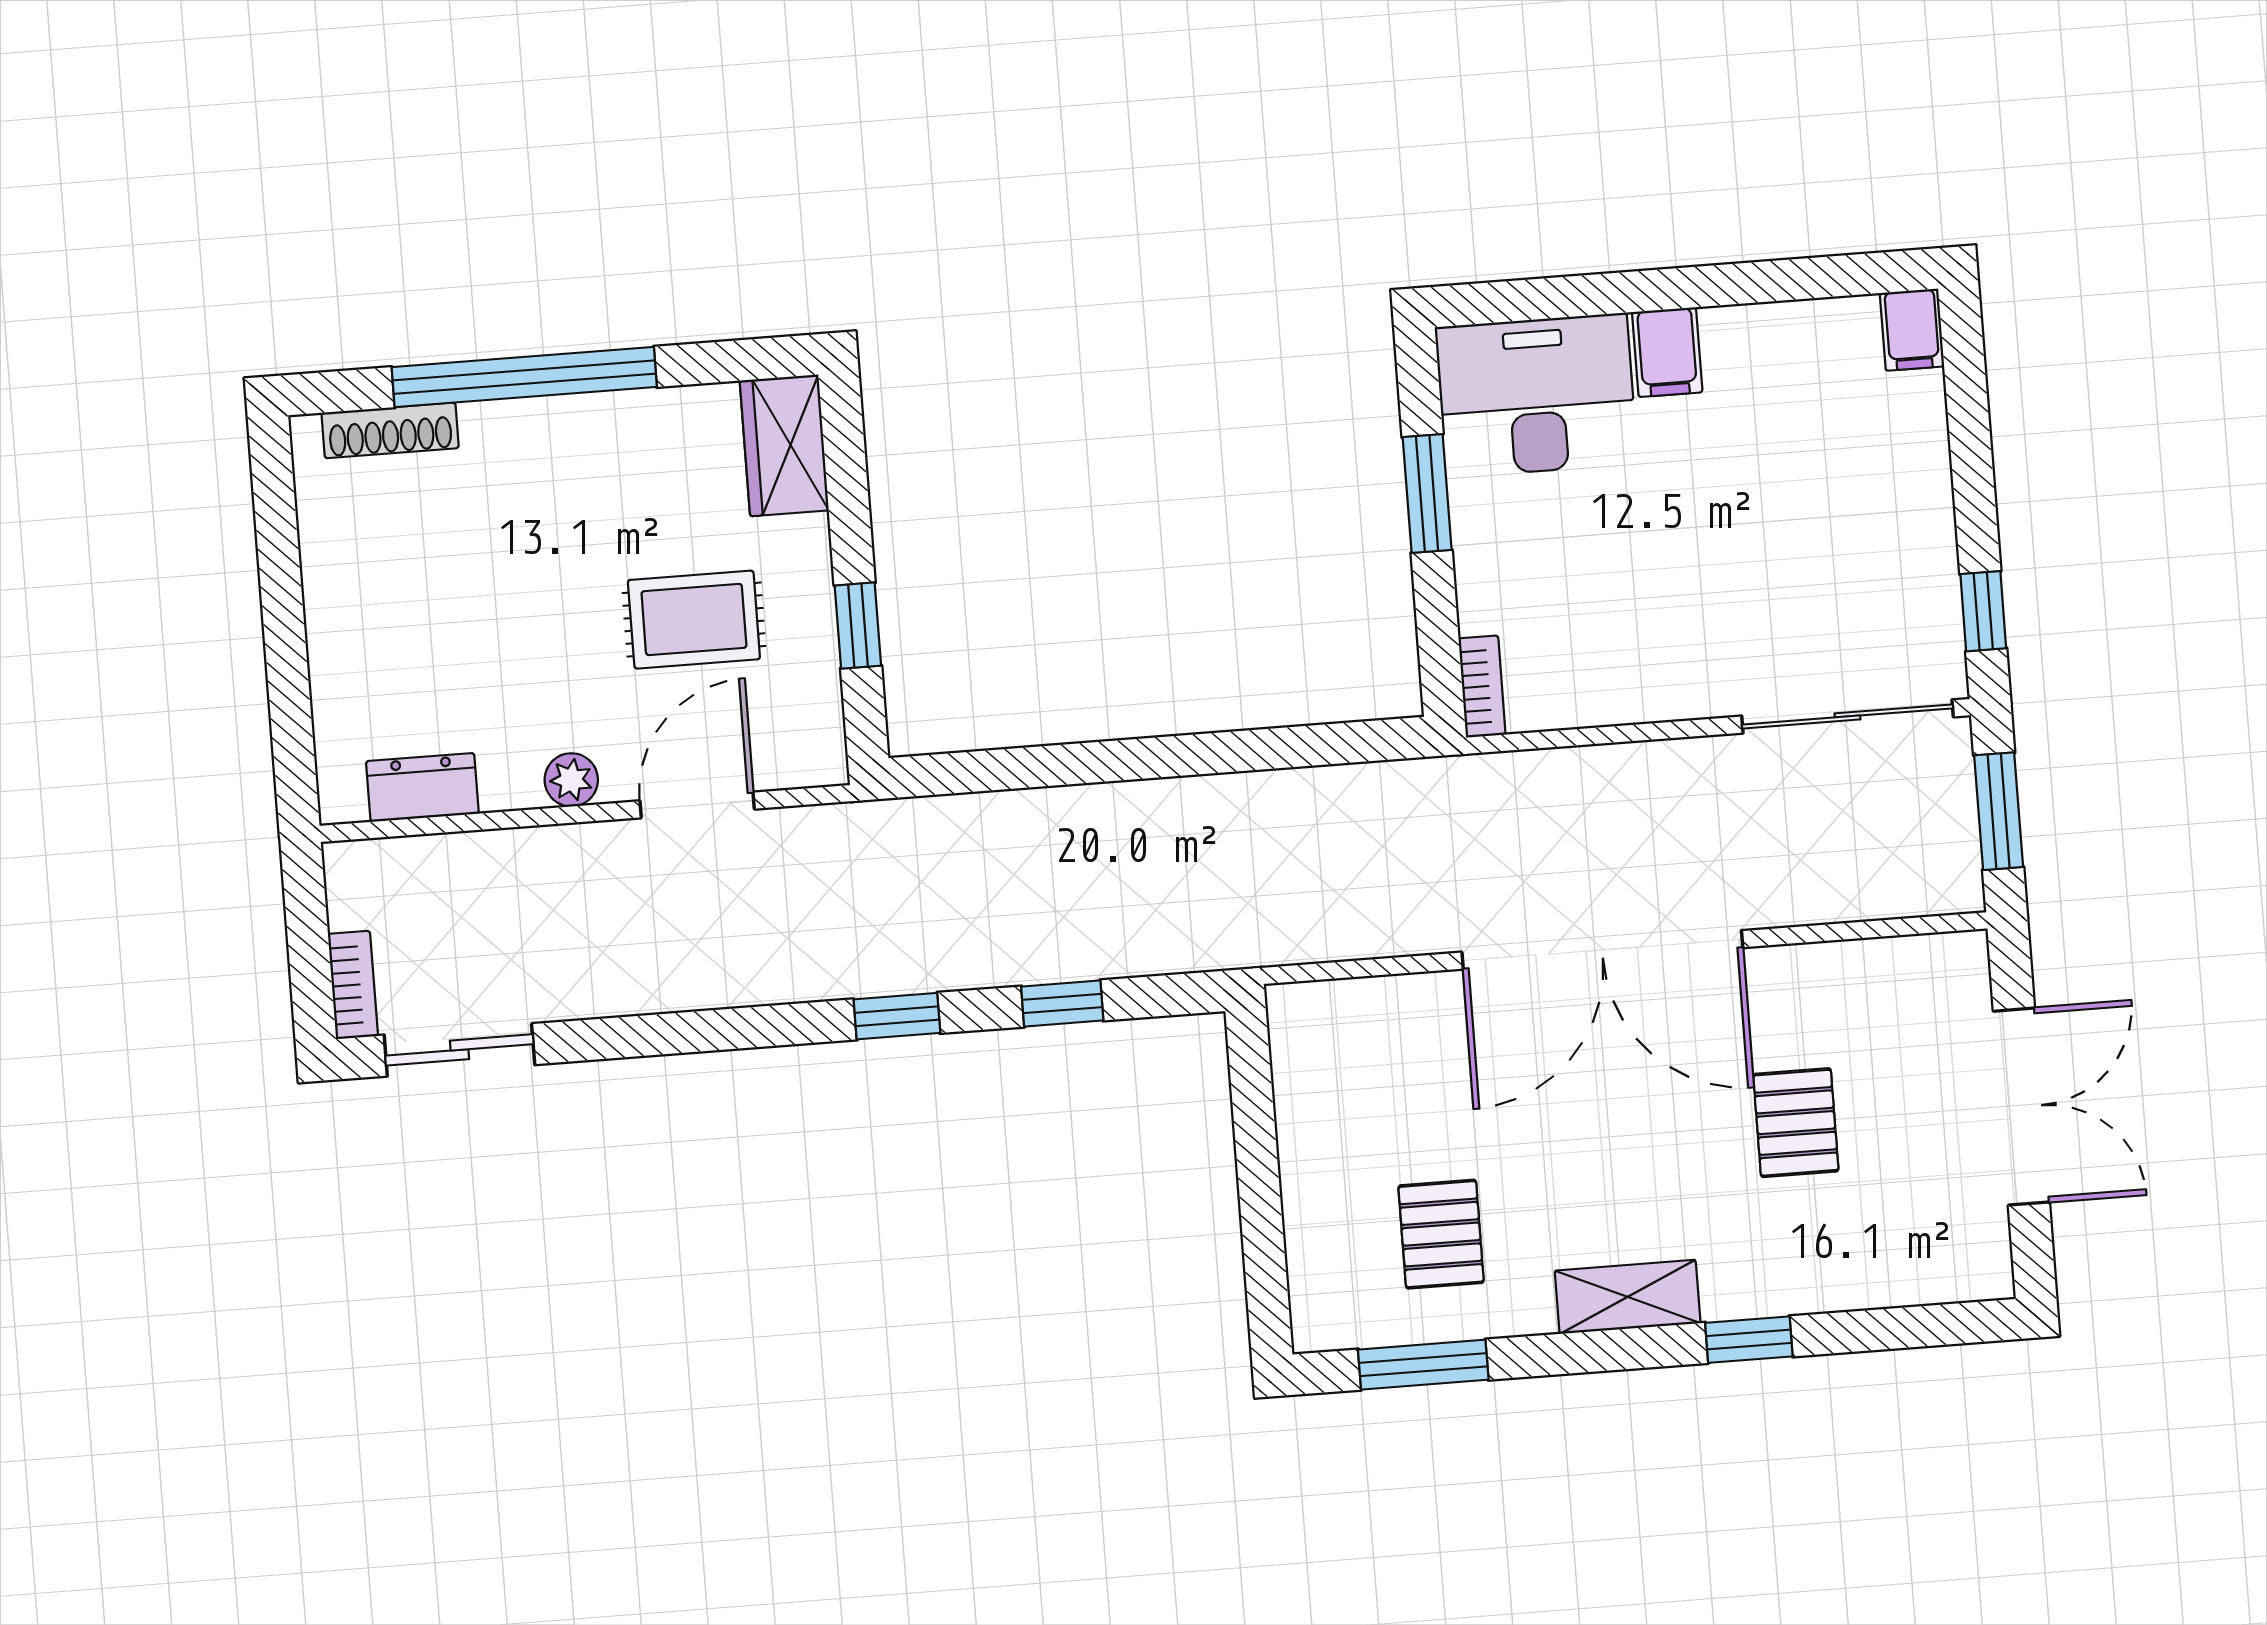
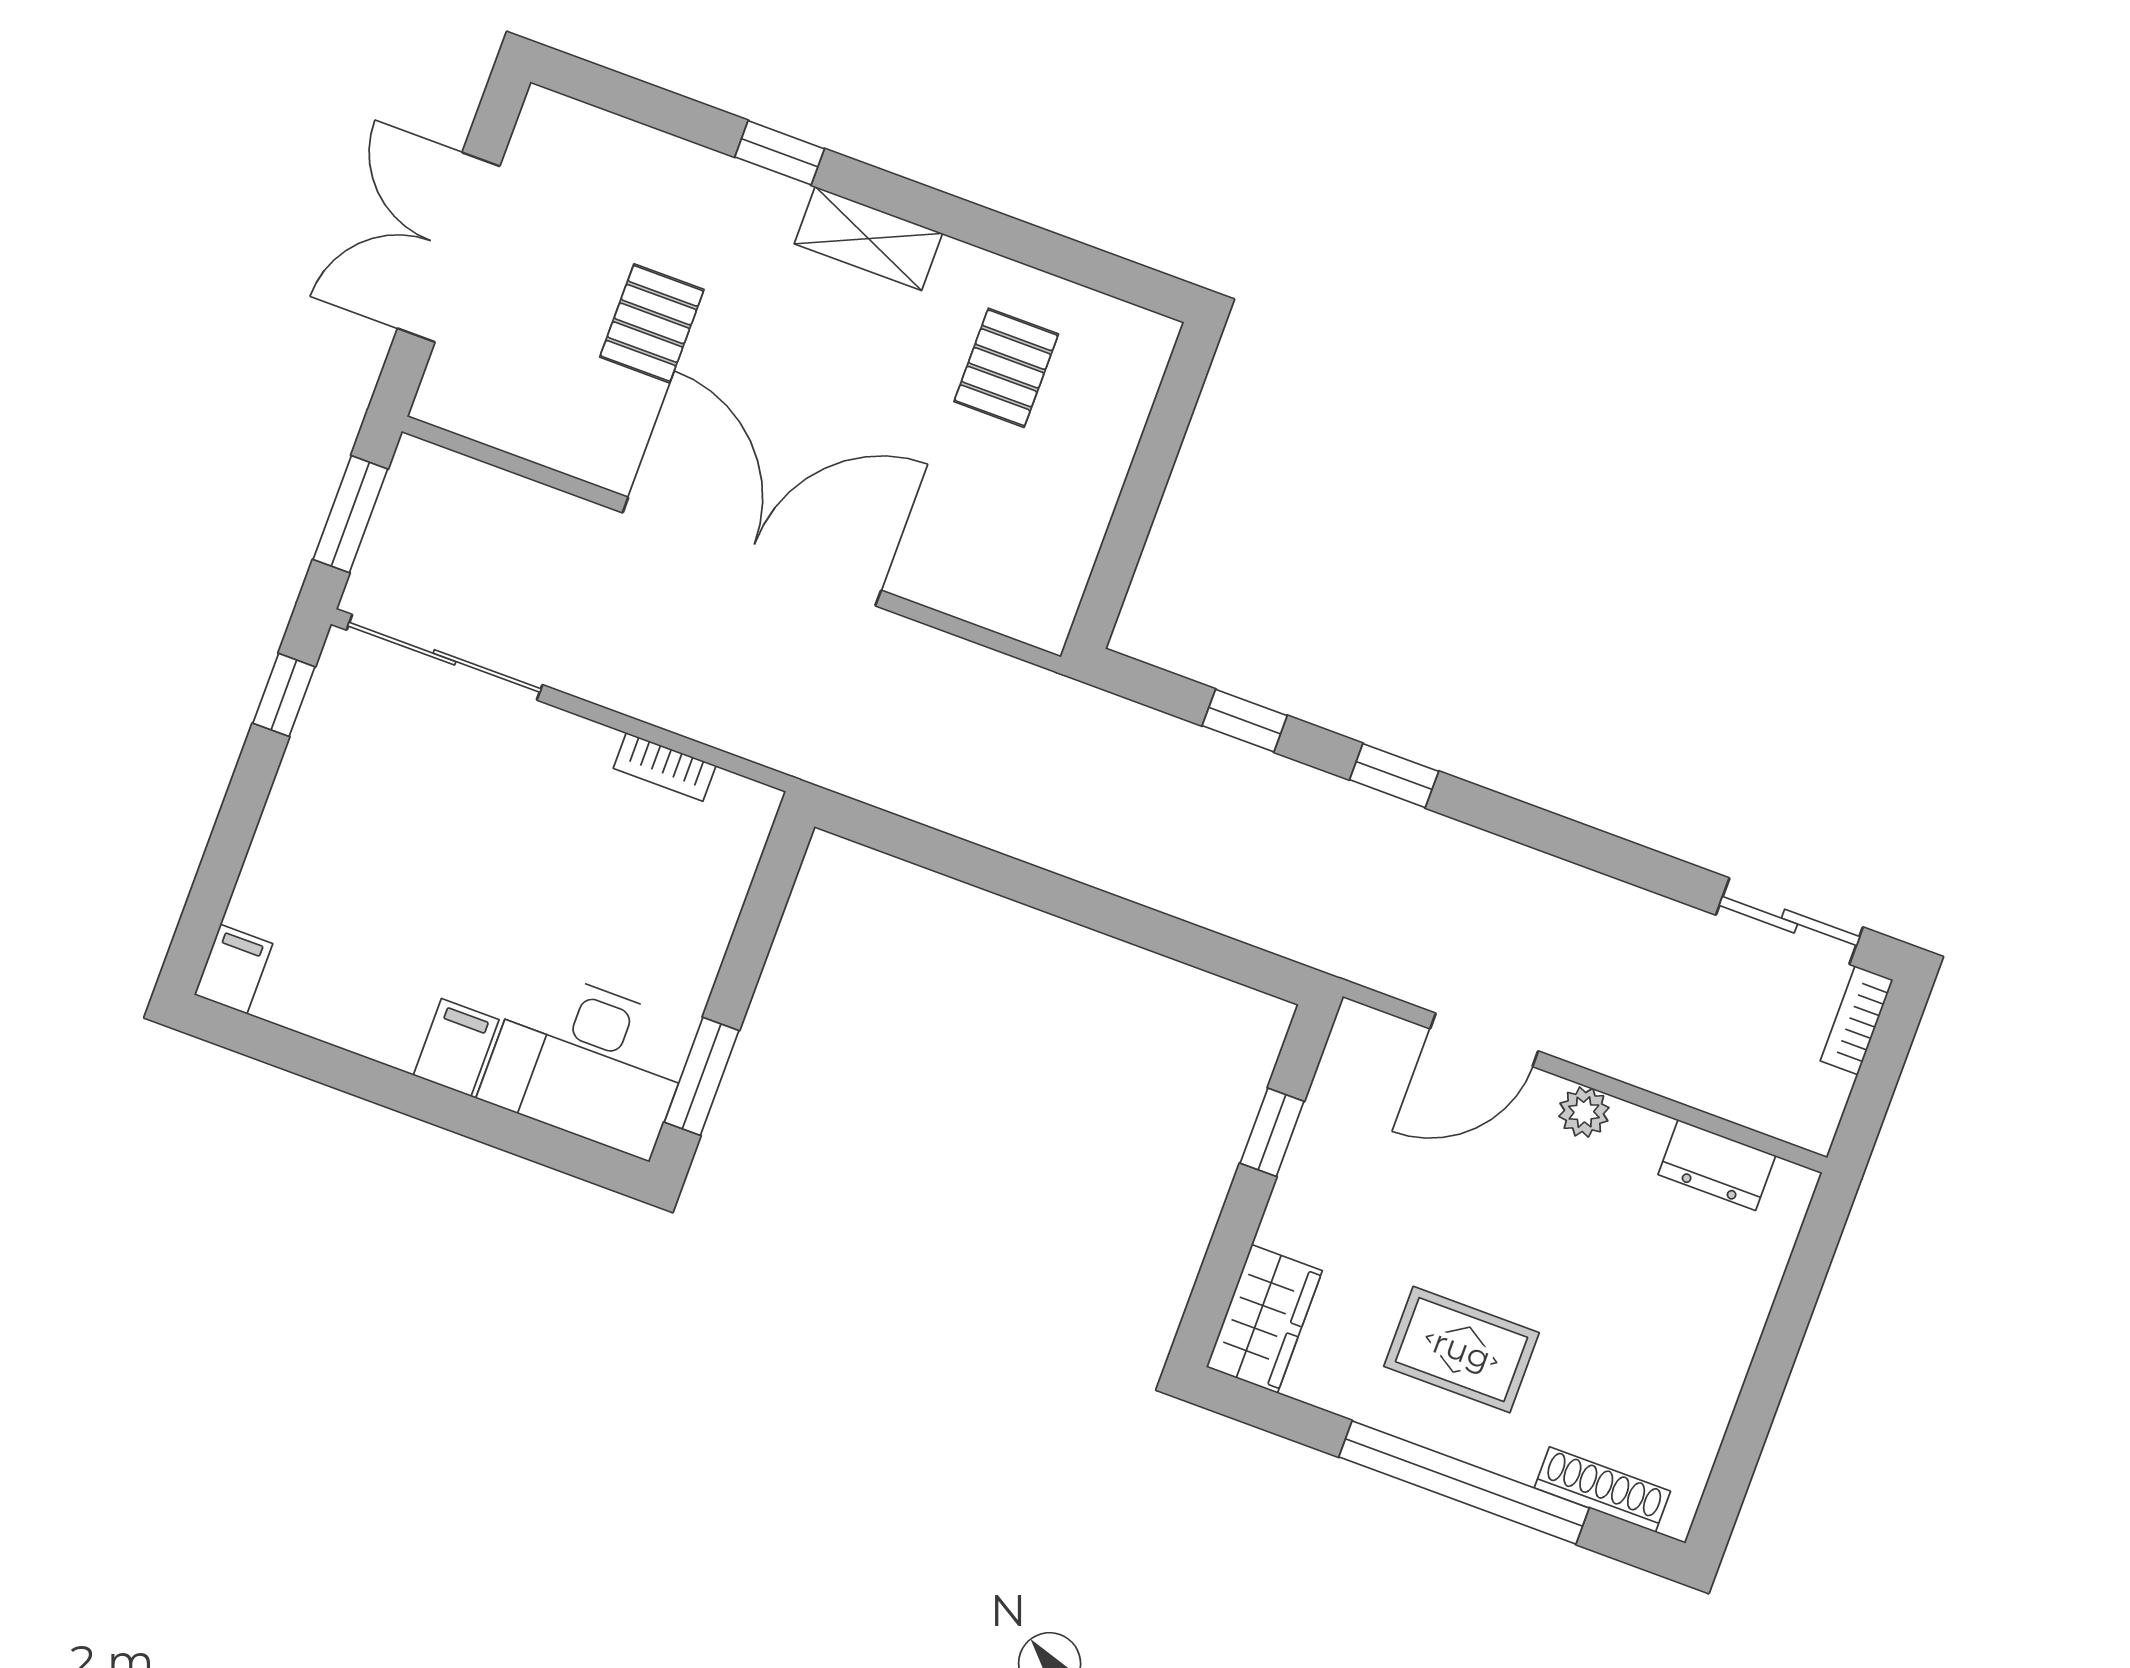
window: (1427, 494) -> (702, 1076), moved
rug: (694, 620) -> (1462, 1350), moved
bookcase: (1482, 687) -> (665, 767), moved, turned -90
window: (1423, 1365) -> (1074, 261), removed

